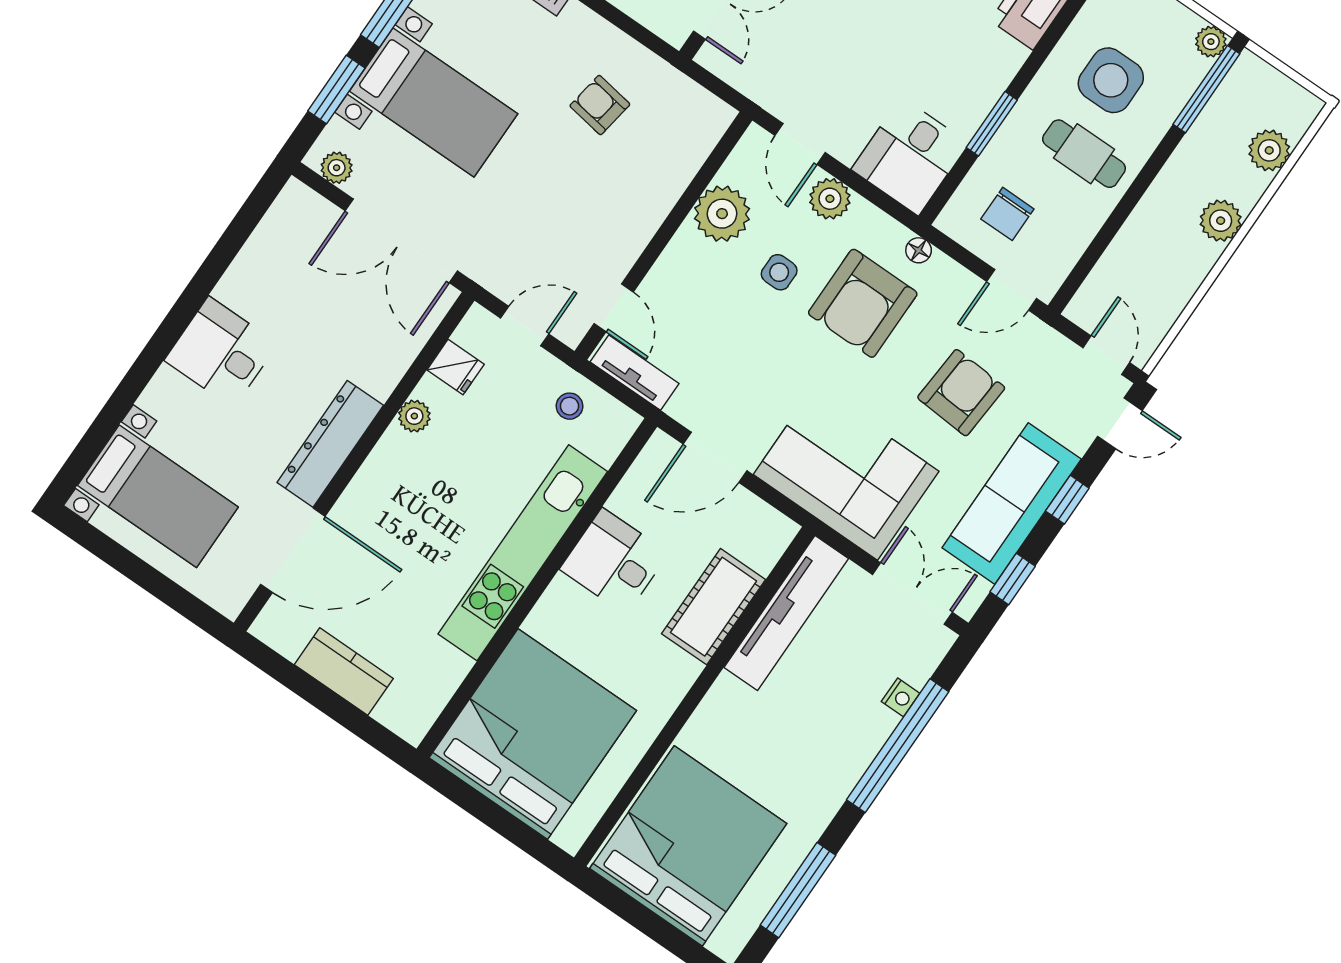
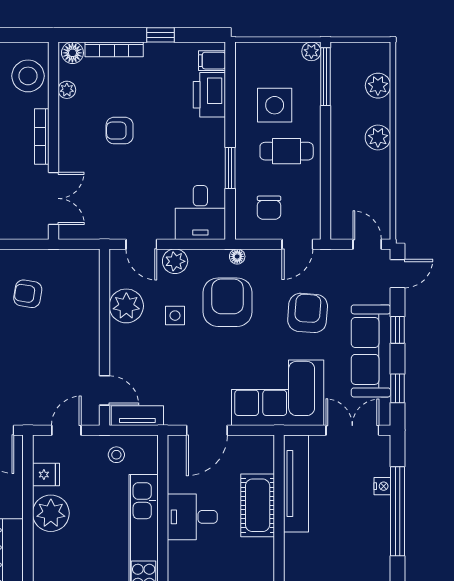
armchair: (863, 303) -> (228, 302), turned 180
plant: (414, 416) -> (51, 513), width x1.88, depth x1.88

